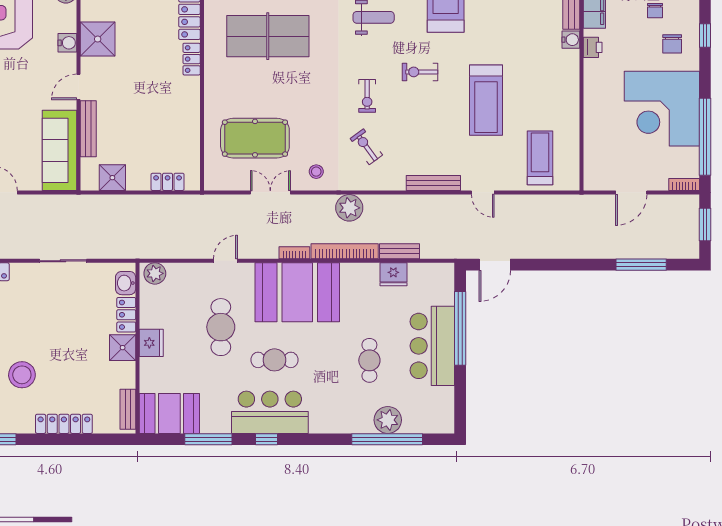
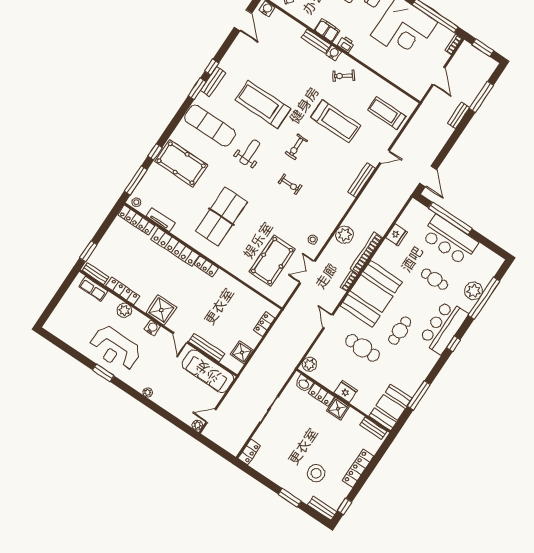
exercise bike: (366, 147) -> (344, 76), moved
bench: (400, 251) -> (459, 115), moved
bar counter: (270, 412) -> (443, 327), moved
window: (266, 439) -> (453, 344), moved

